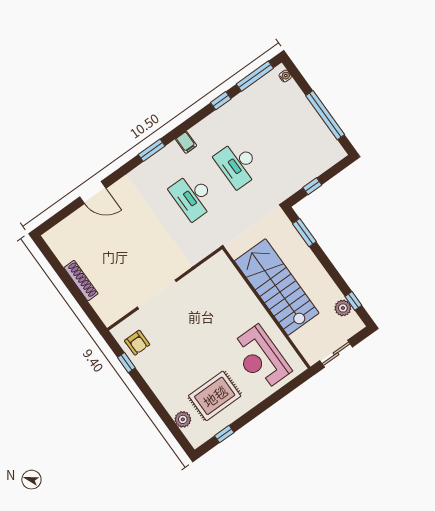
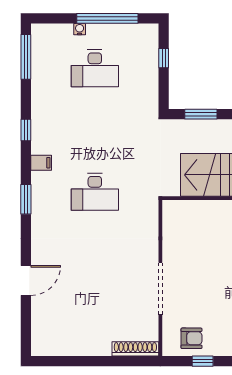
water cooler: (285, 76) -> (80, 29), moved
window: (221, 101) -> (26, 130), moved
desk: (238, 164) -> (95, 68), moved
window: (312, 186) -> (164, 58), moved
shoe rack: (81, 281) -> (135, 349), moved

